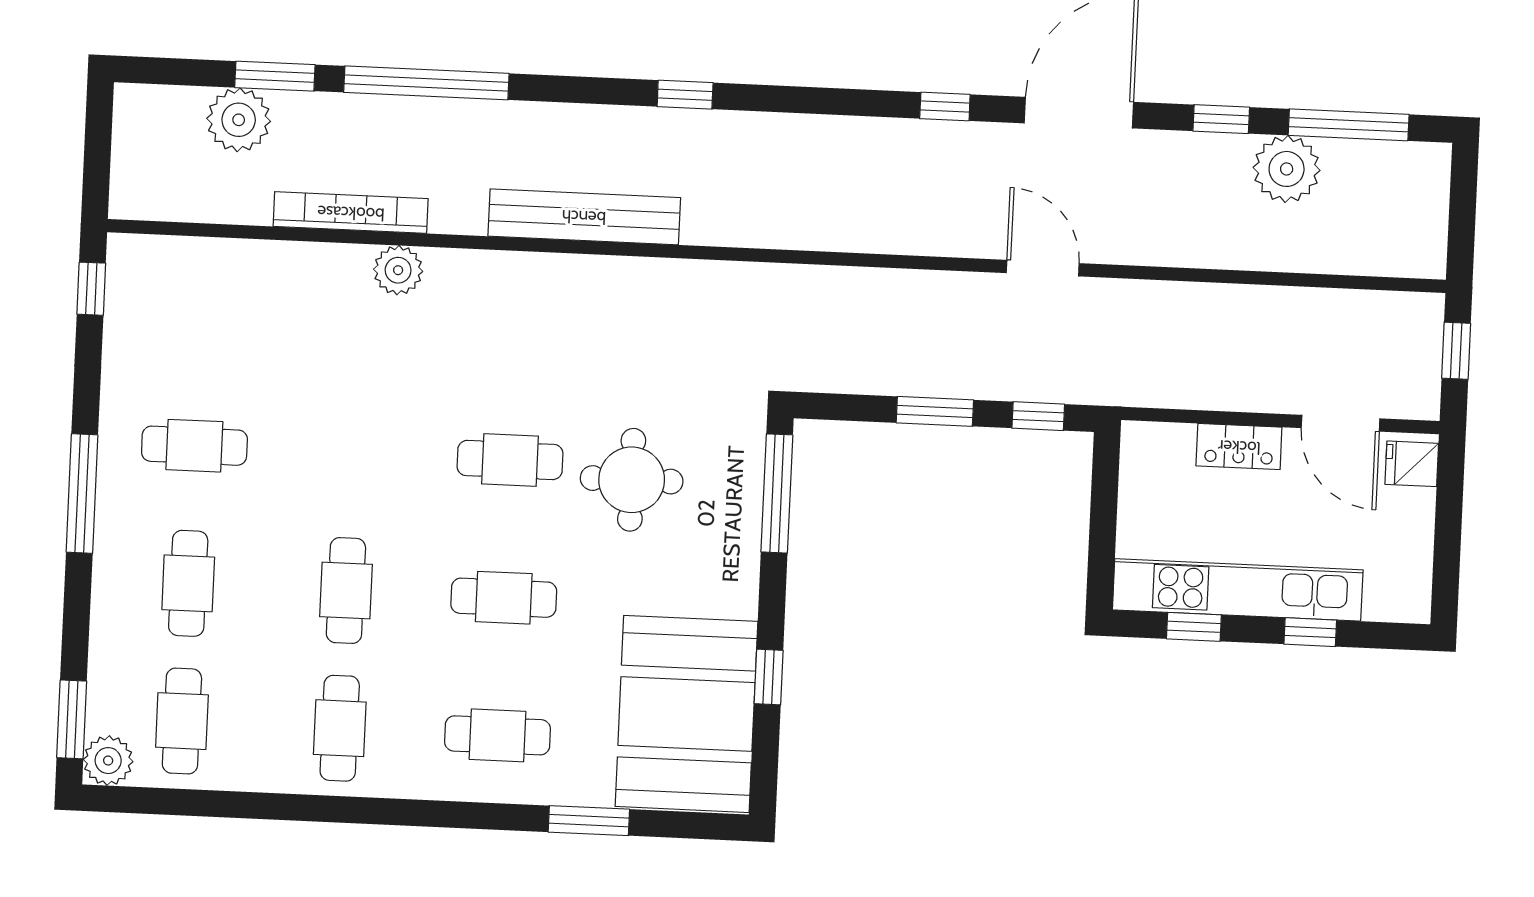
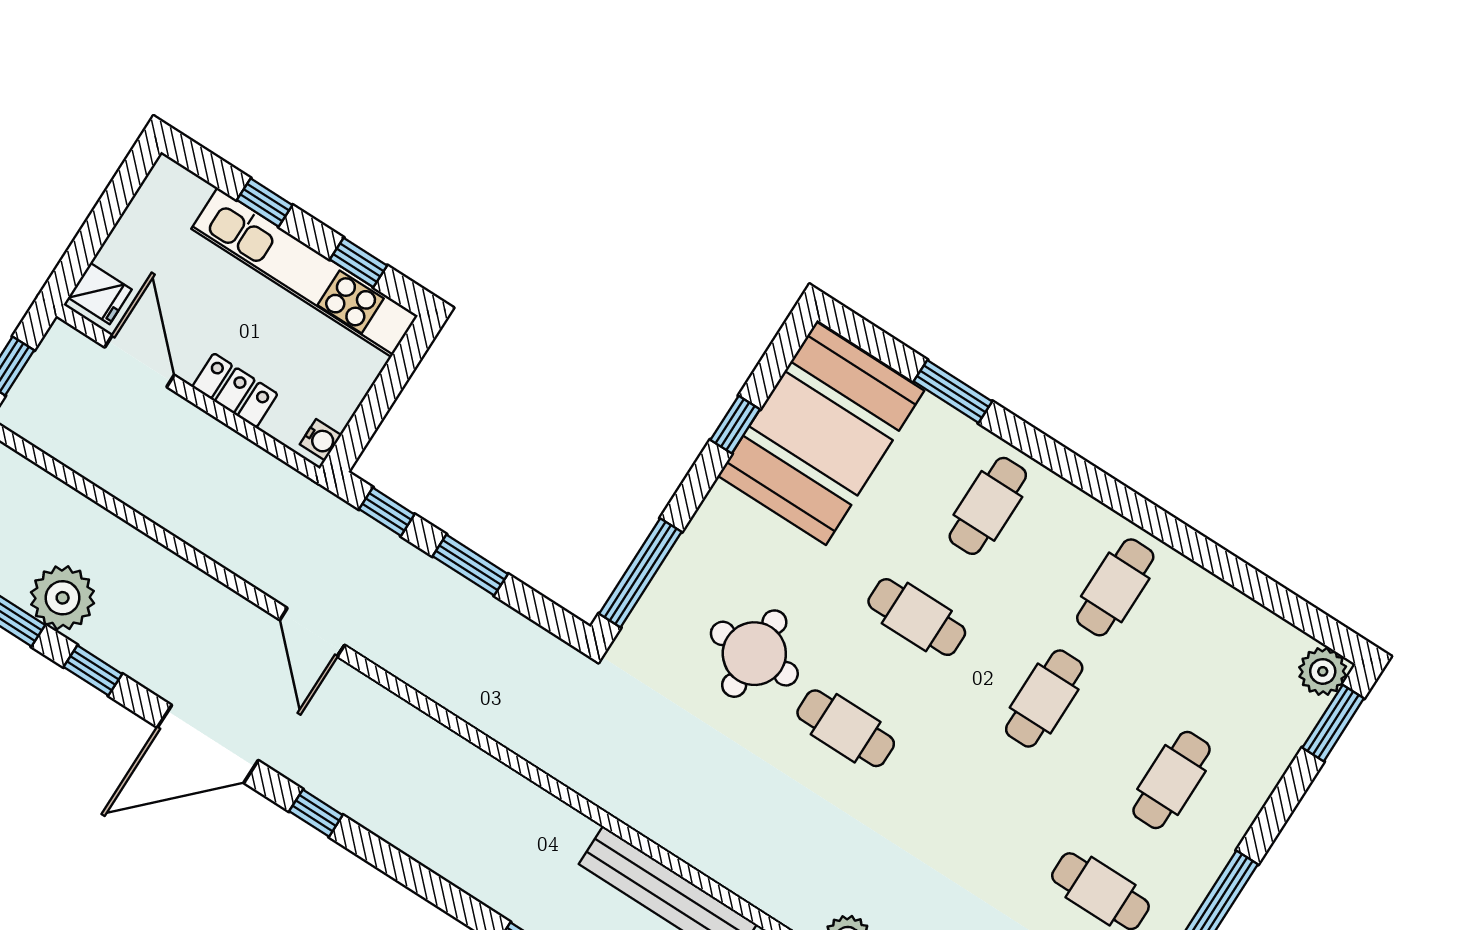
water cooler: (1136, 447) -> (321, 440), added
cafe table: (182, 721) -> (1243, 669), removed
cafe table: (497, 735) -> (988, 506), turned 90

